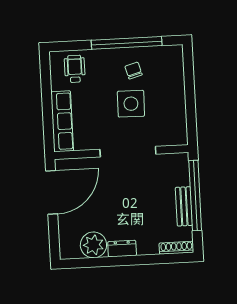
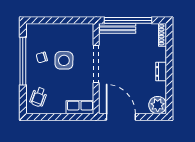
wheelchair: (75, 69) -> (39, 97), turned -70
row of seats: (62, 121) -> (80, 107), width x0.68
bench: (184, 206) -> (118, 28), moved, width x1.36
plant: (93, 245) -> (158, 105), moved

